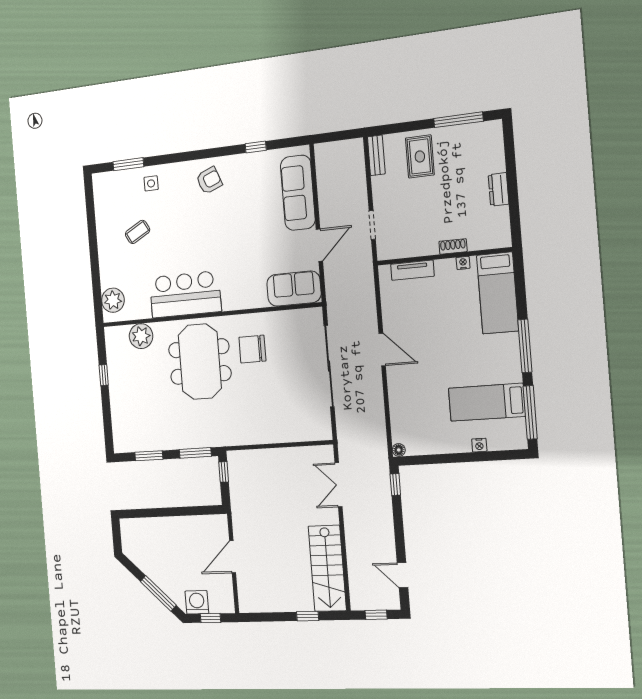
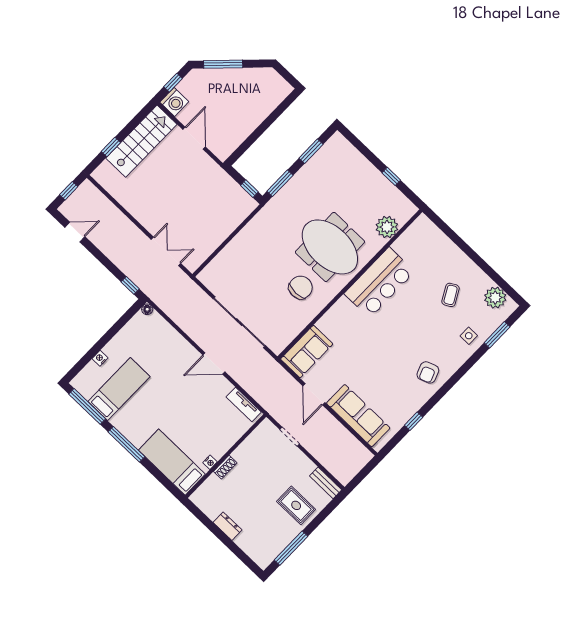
tv unit: (412, 270) -> (244, 404), moved, turned -90
plant: (113, 300) -> (495, 298), moved
stairs: (327, 568) -> (141, 141), moved, turned 90
washing machine: (197, 602) -> (174, 102), moved

